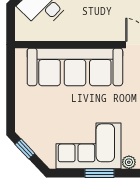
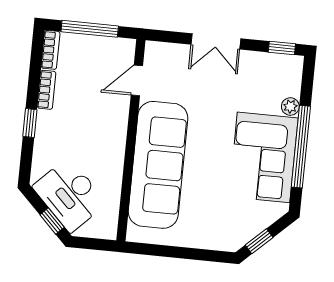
window: (99, 173) -> (301, 147), width x2.11

